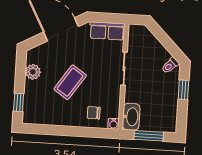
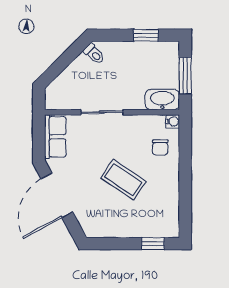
plant: (33, 72) -> (113, 228), removed
window: (183, 90) -> (146, 35), moved

